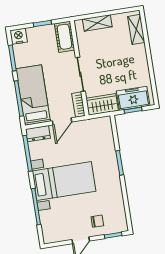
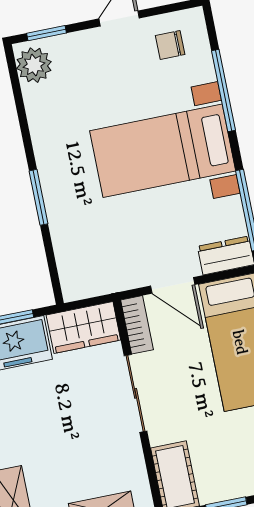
door: (62, 121) -> (173, 285), swing flipped
chair: (97, 221) -> (170, 45), moved
plant: (119, 221) -> (34, 65), added

